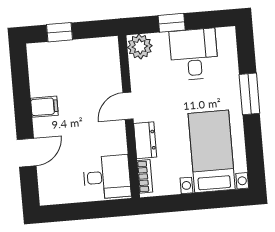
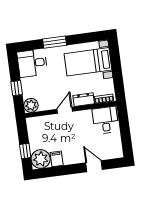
desk: (194, 54) -> (32, 63), moved
plant: (44, 59) -> (41, 159), added
door: (128, 106) -> (65, 110), swing flipped
filing cabinet: (44, 107) -> (57, 159), moved

